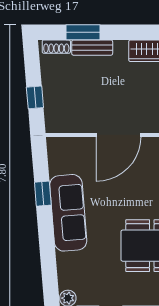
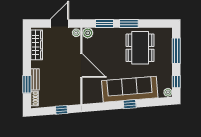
window: (43, 194) -> (130, 104), moved
sofa: (68, 213) -> (130, 89), width x1.36, depth x1.27

